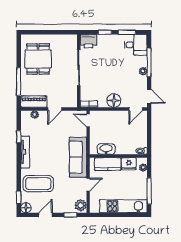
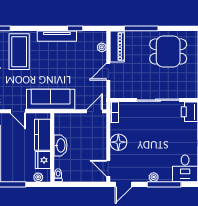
door: (55, 109) -> (108, 72), hinge flipped
washbasin: (106, 149) -> (60, 145), moved

